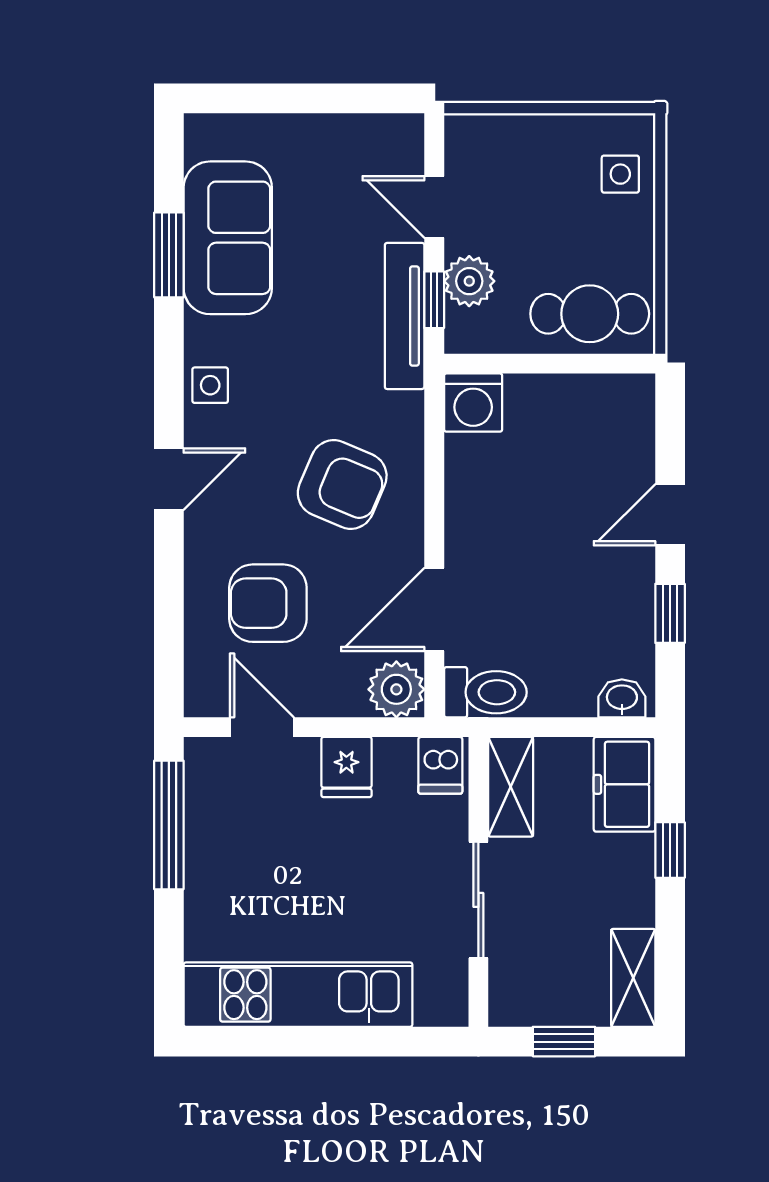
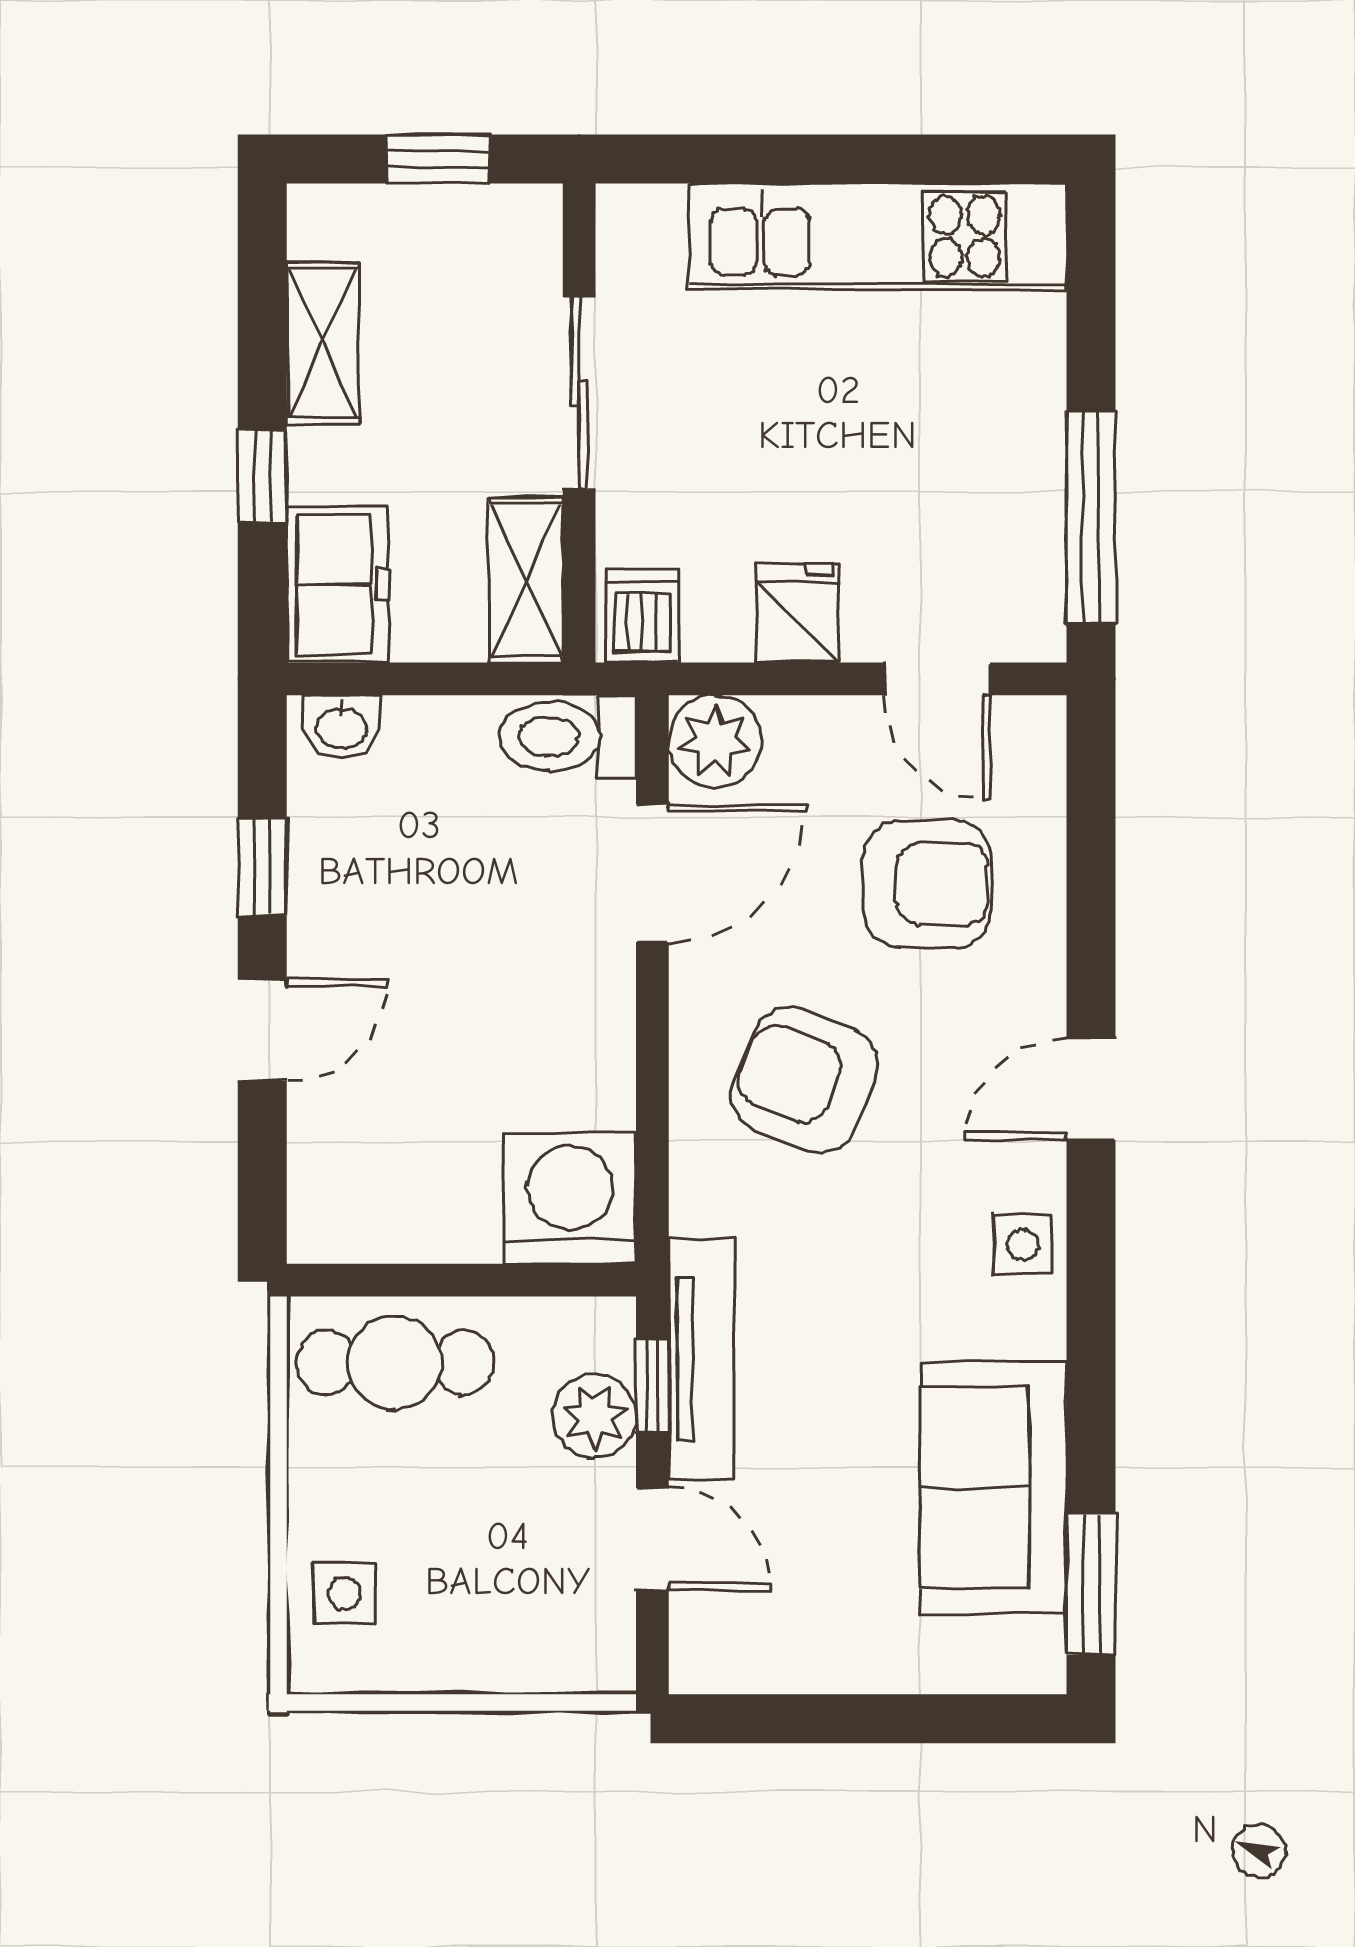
window: (169, 255) -> (1091, 1584), moved
washing machine: (473, 403) -> (570, 1198), width x1.37, depth x1.37
shelving: (633, 978) -> (323, 344), moved

